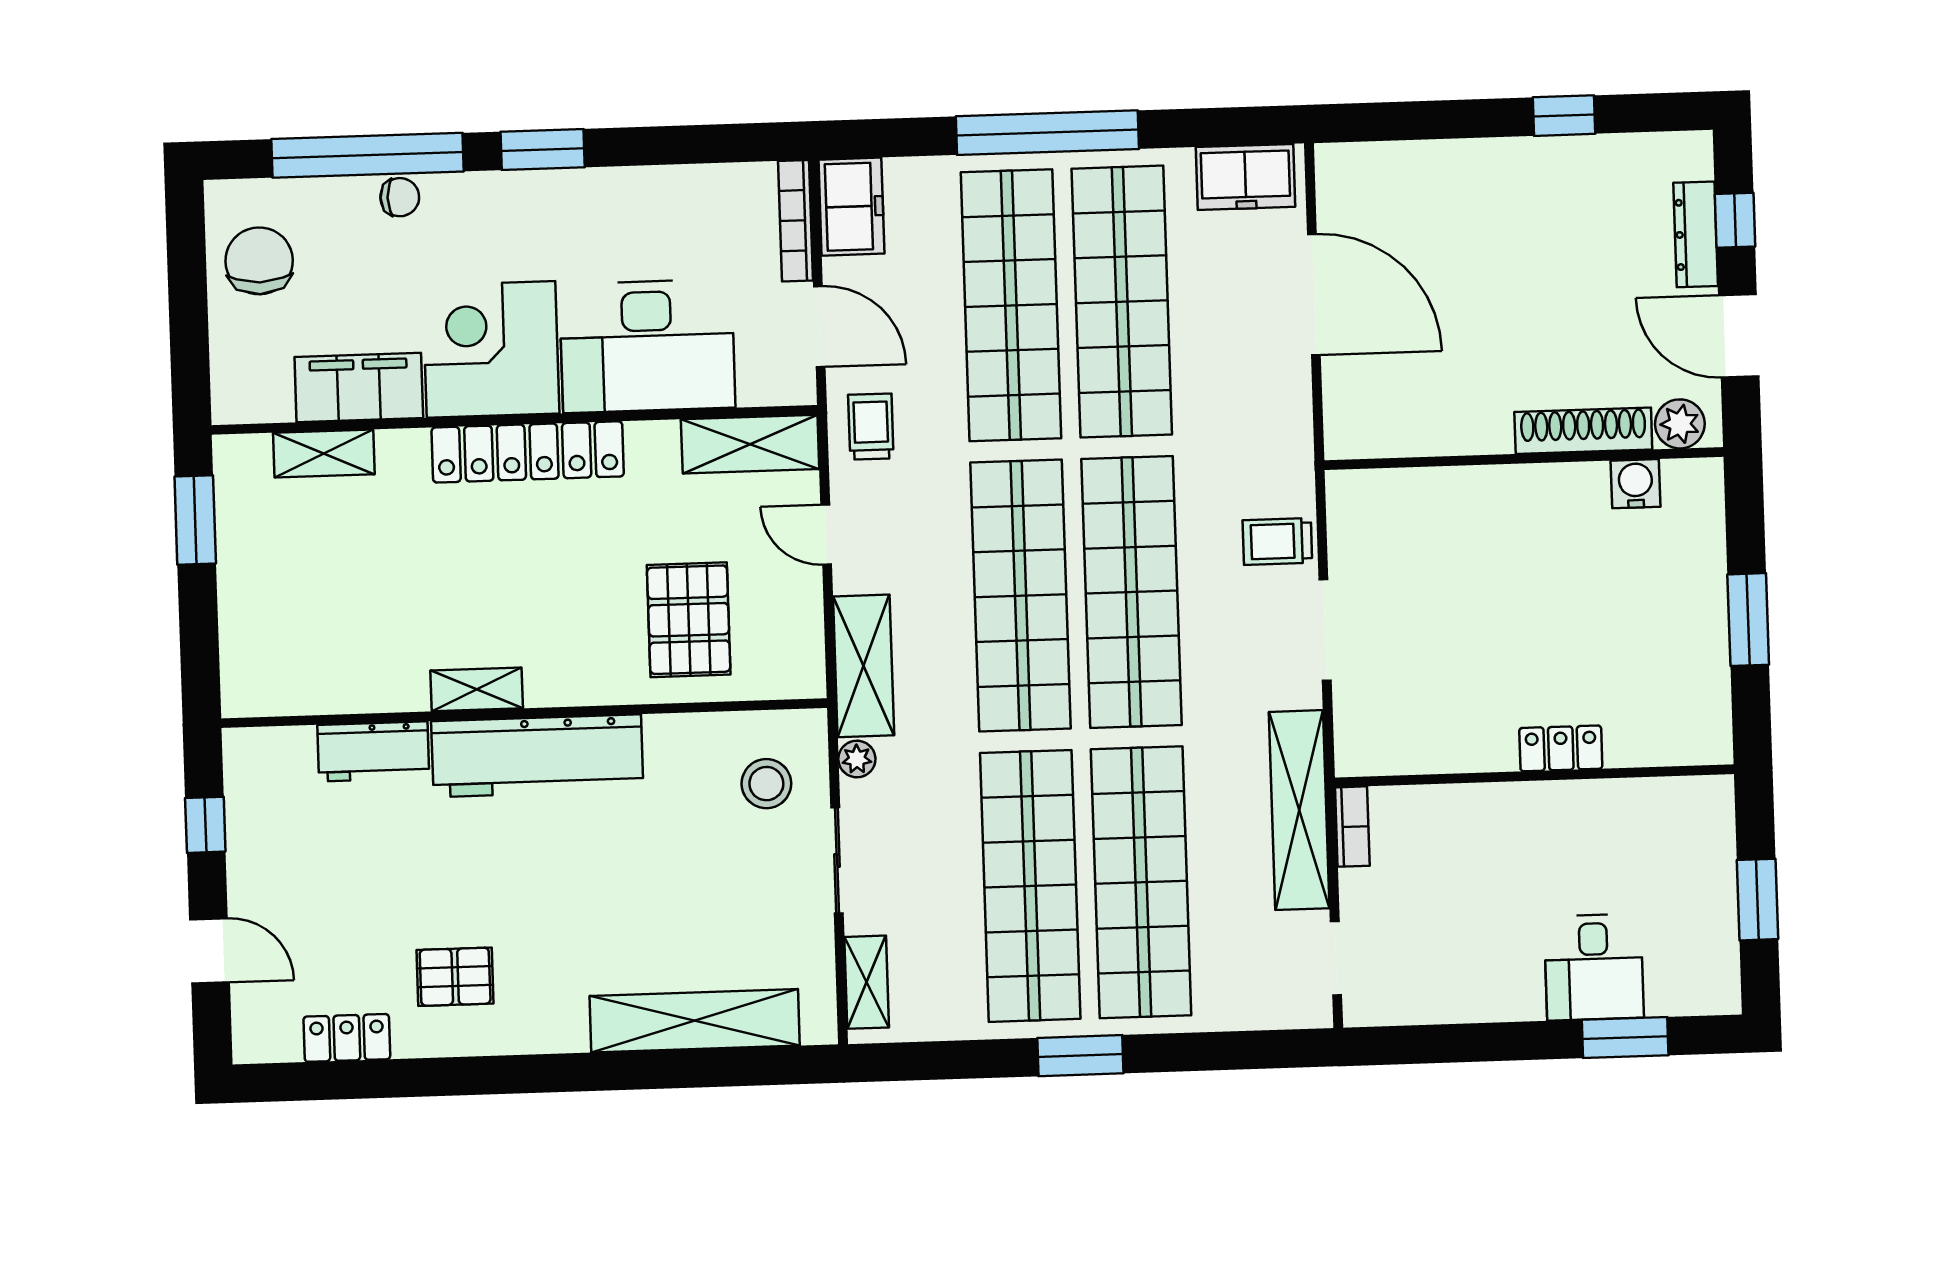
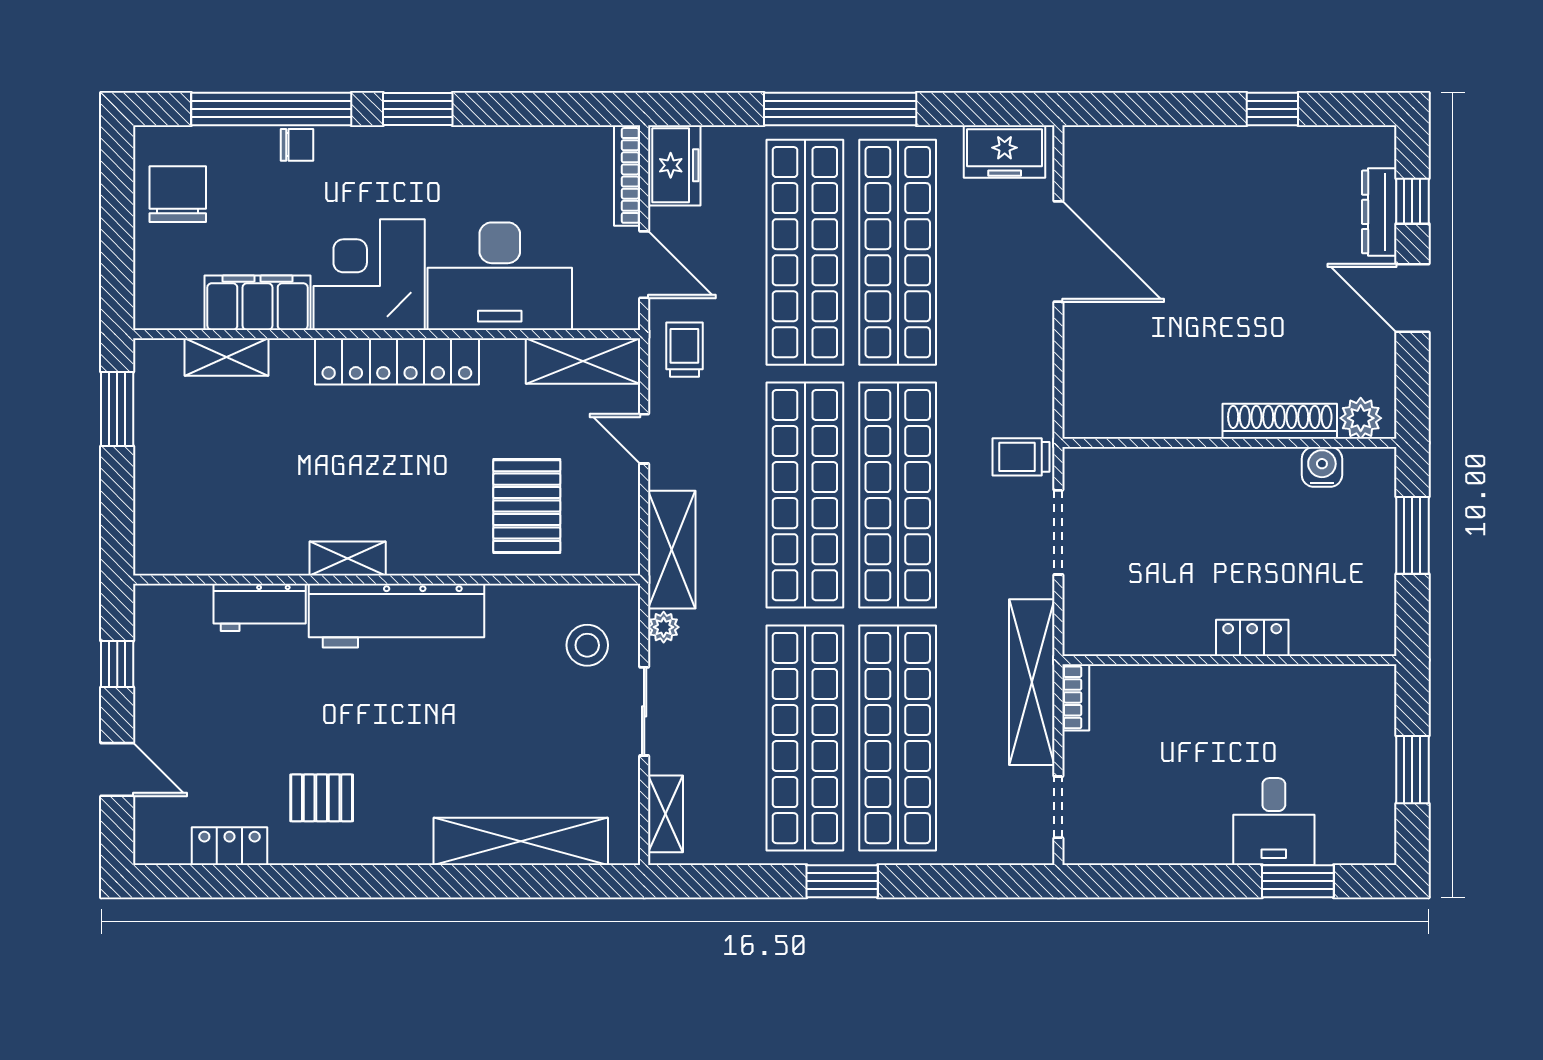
plant: (1680, 424) -> (1361, 418), moved
shoe rack: (1583, 431) -> (1280, 421), moved
wall: (1524, 459) -> (1229, 443), moved
water cooler: (1635, 484) -> (1322, 467), moved

